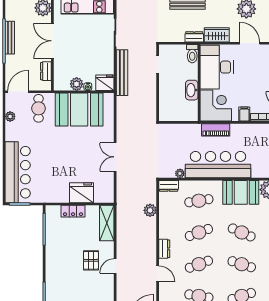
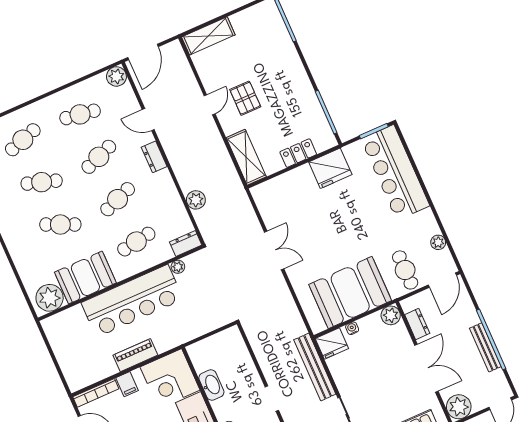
plant: (77, 84) -> (391, 315), moved
piano: (216, 130) -> (135, 355), moved
fridge: (81, 193) -> (330, 168), moved

